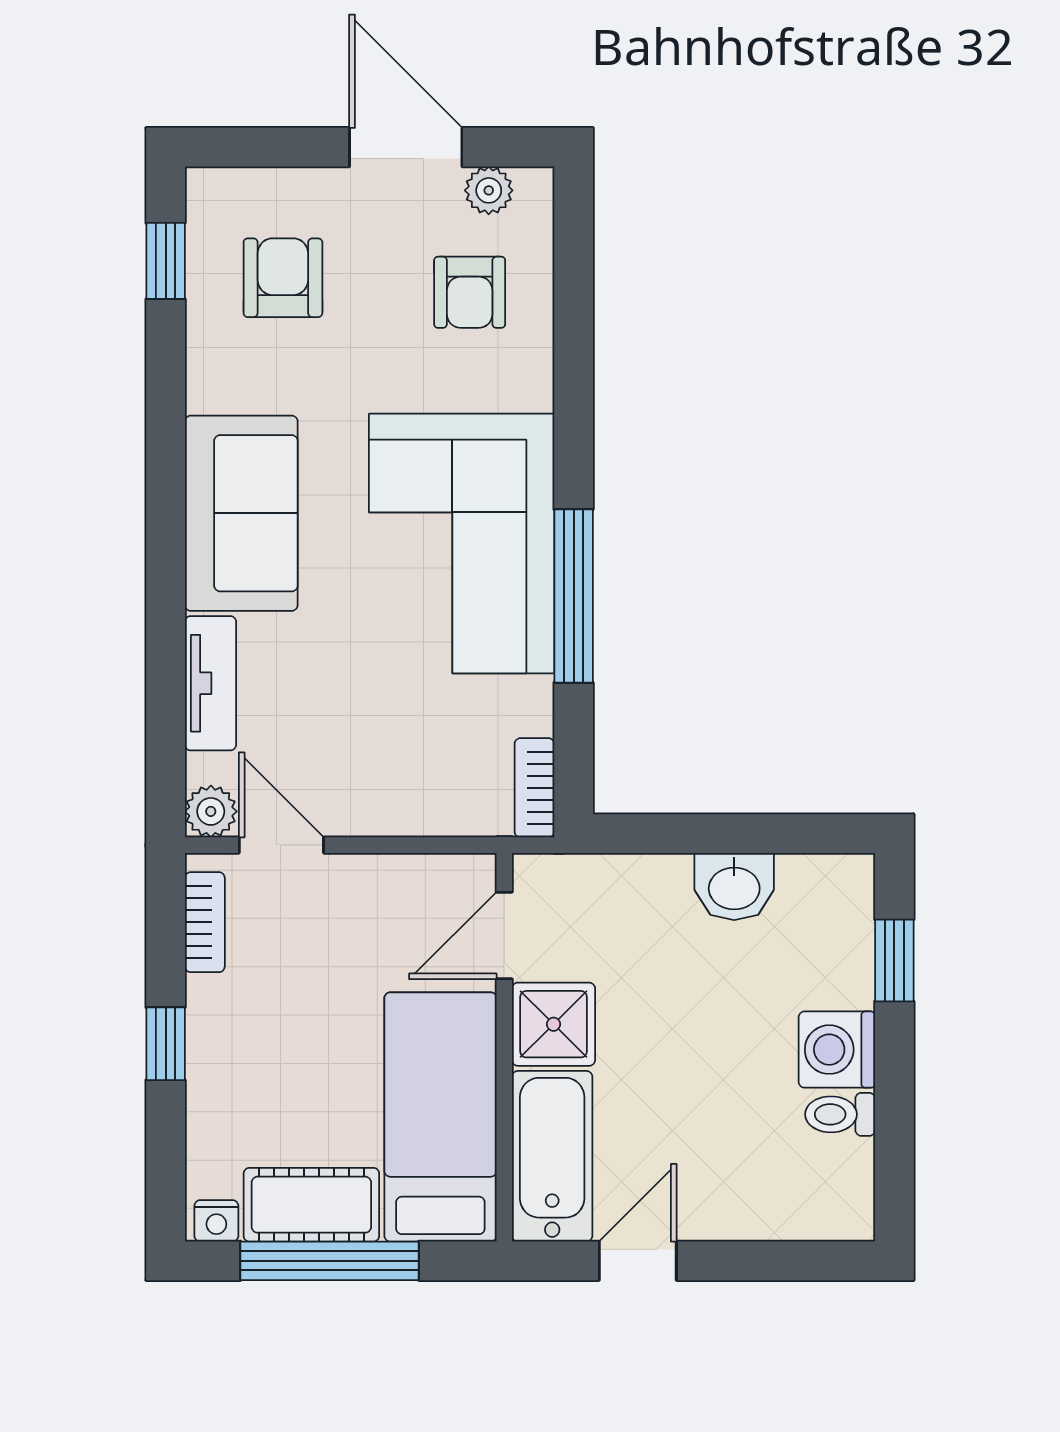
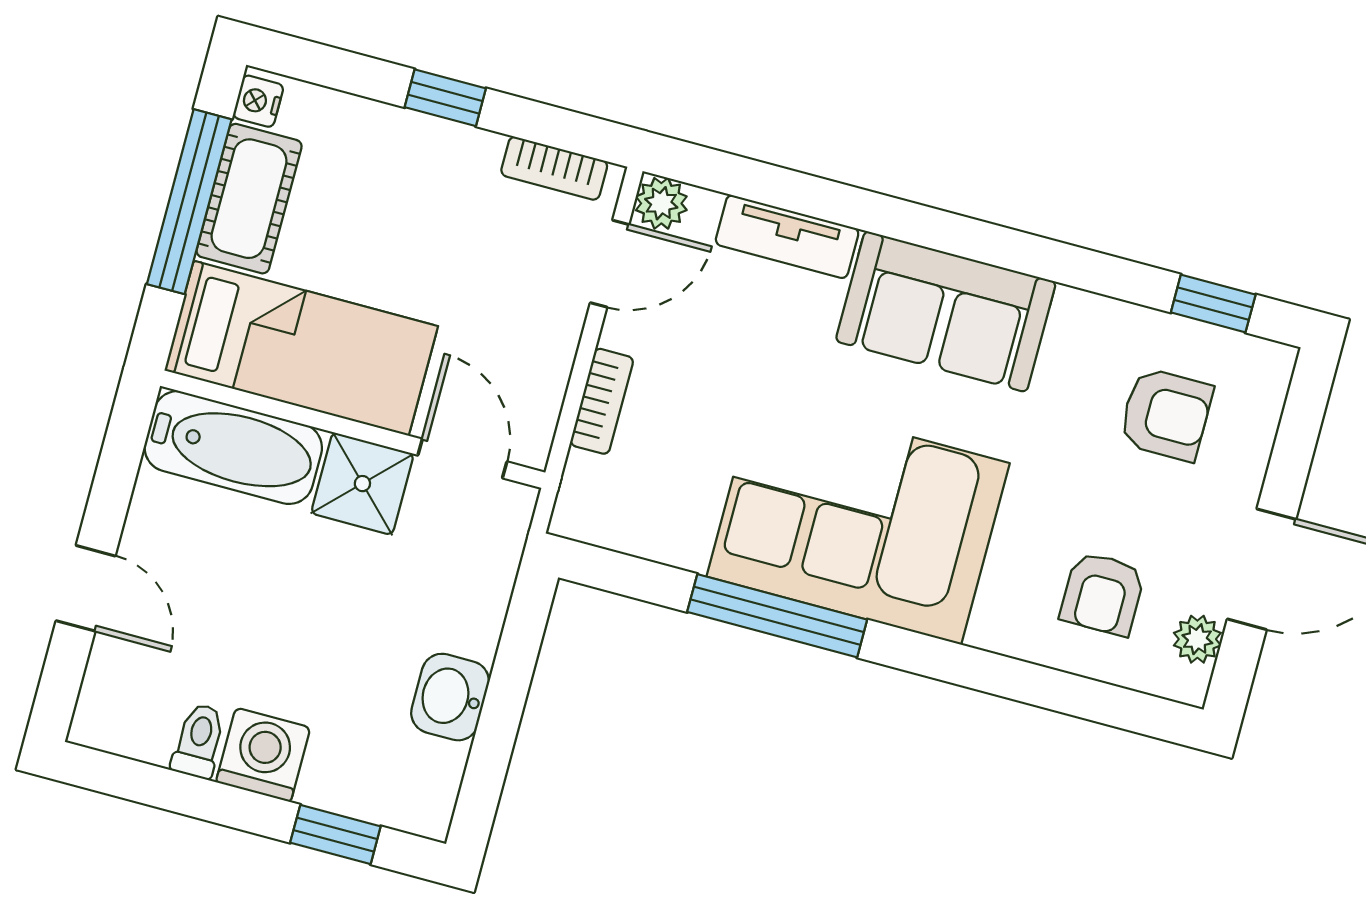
armchair: (470, 292) -> (1102, 594), turned -90
bookcase: (534, 788) -> (602, 401), moved, turned 90
door: (638, 1261) -> (86, 588), moved

